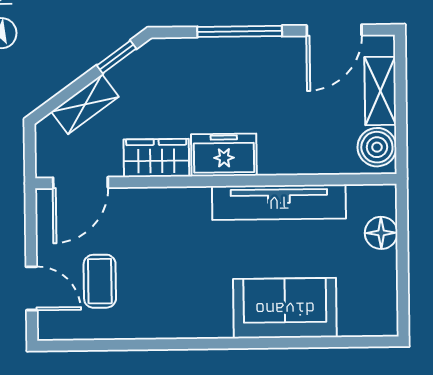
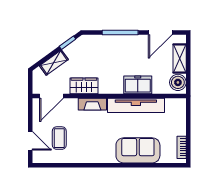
freezer: (224, 155) -> (138, 85), moved
fireplace: (177, 201) -> (92, 104), added
floor lamp: (381, 233) -> (179, 119), removed
bookcase: (388, 300) -> (182, 147), added

